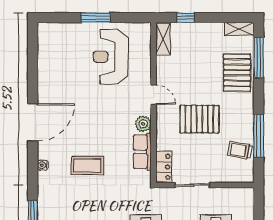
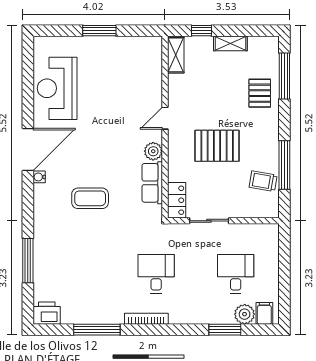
shelving: (239, 29) -> (230, 43), moved
reception desk: (111, 57) -> (57, 88), moved
pallet: (237, 73) -> (260, 93), width x0.67, depth x0.71
door: (153, 95) -> (165, 118), swing flipped
water cooler: (43, 165) -> (39, 177), moved

